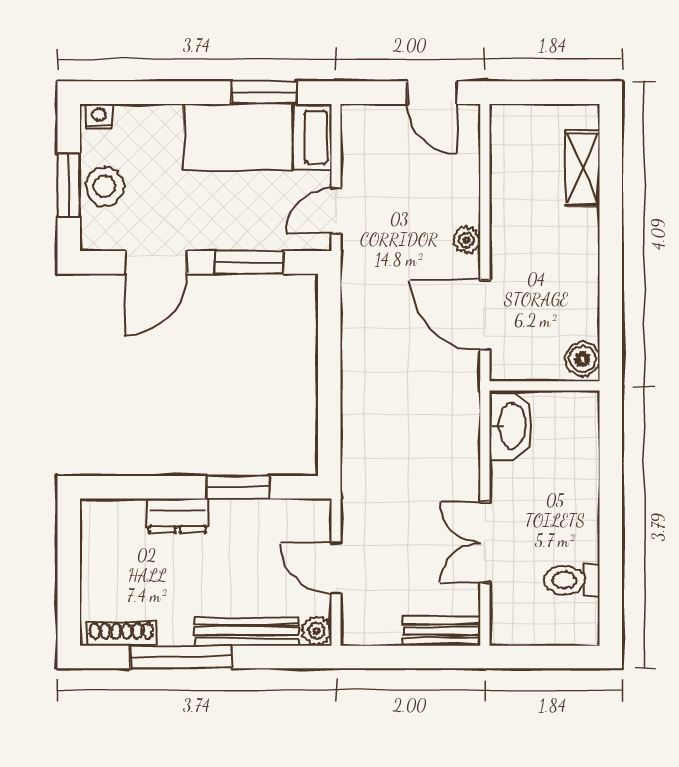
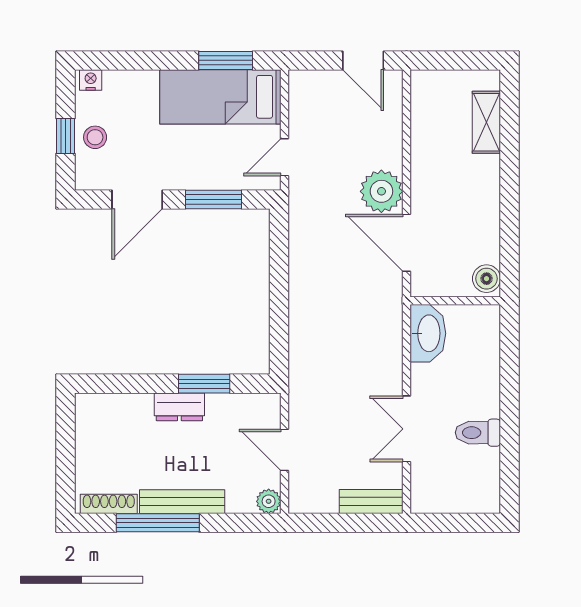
window: (69, 185) -> (66, 136), width x0.67
stool: (105, 186) -> (95, 137), width x0.73, depth x0.73
plant: (466, 240) -> (381, 191), width x1.87, depth x1.87
dresser: (178, 516) -> (179, 407), moved
toilet: (572, 580) -> (478, 433), moved
bench: (247, 631) -> (182, 502), moved

